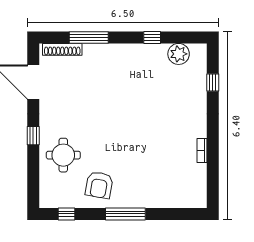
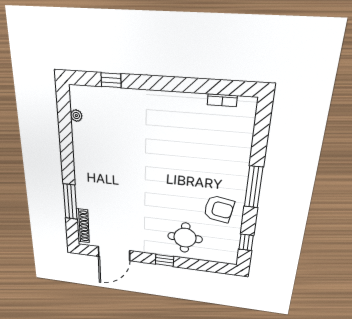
window: (152, 37) -> (66, 142), removed
plant: (179, 54) -> (76, 116), width x0.53, depth x0.53
bookcase: (202, 150) -> (222, 100), moved

